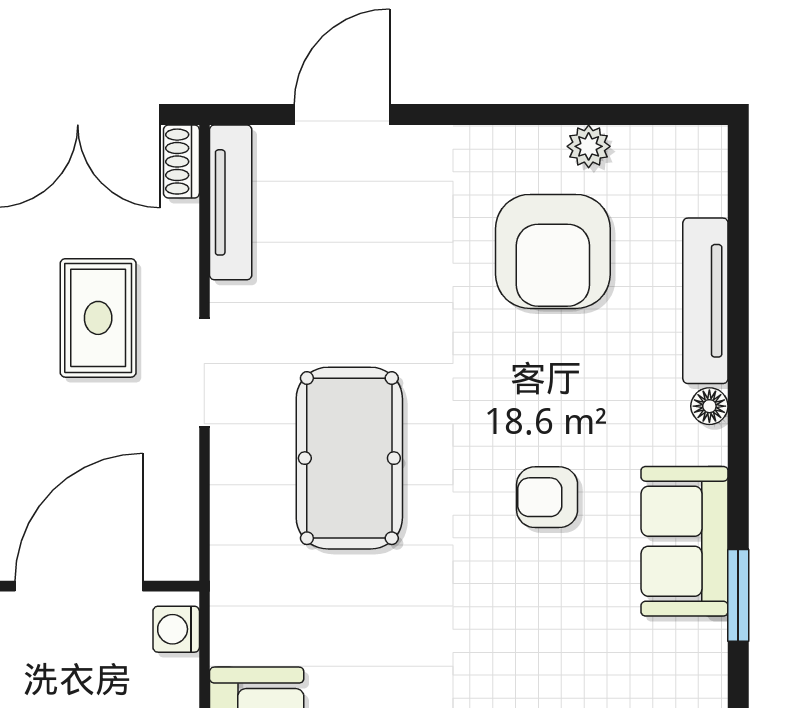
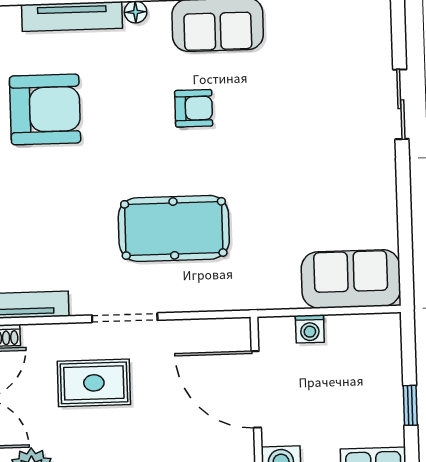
armchair: (547, 497) -> (194, 108), turned -90
washing machine: (176, 629) -> (310, 329), moved

